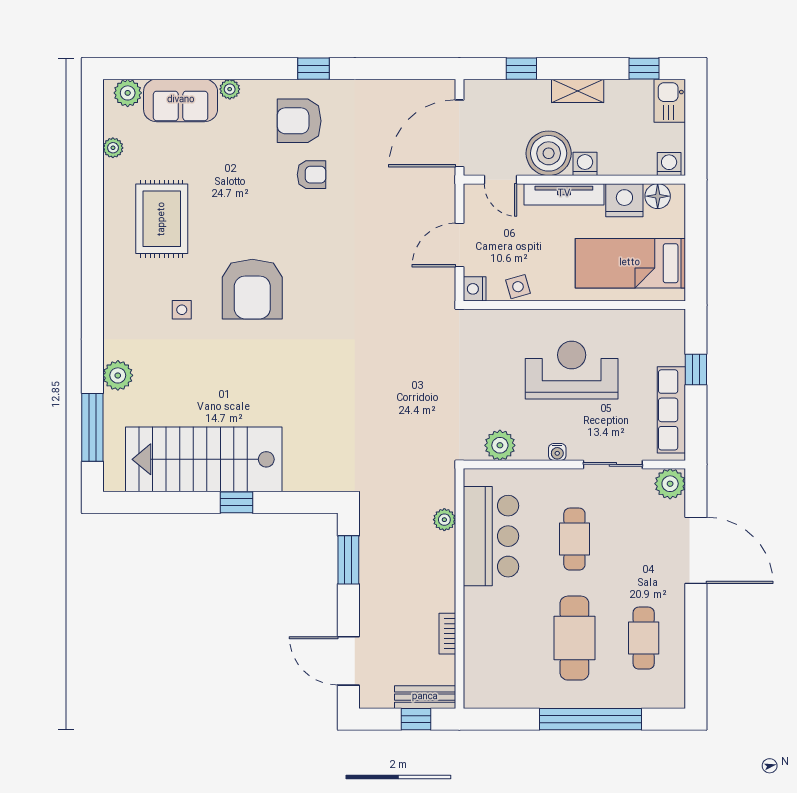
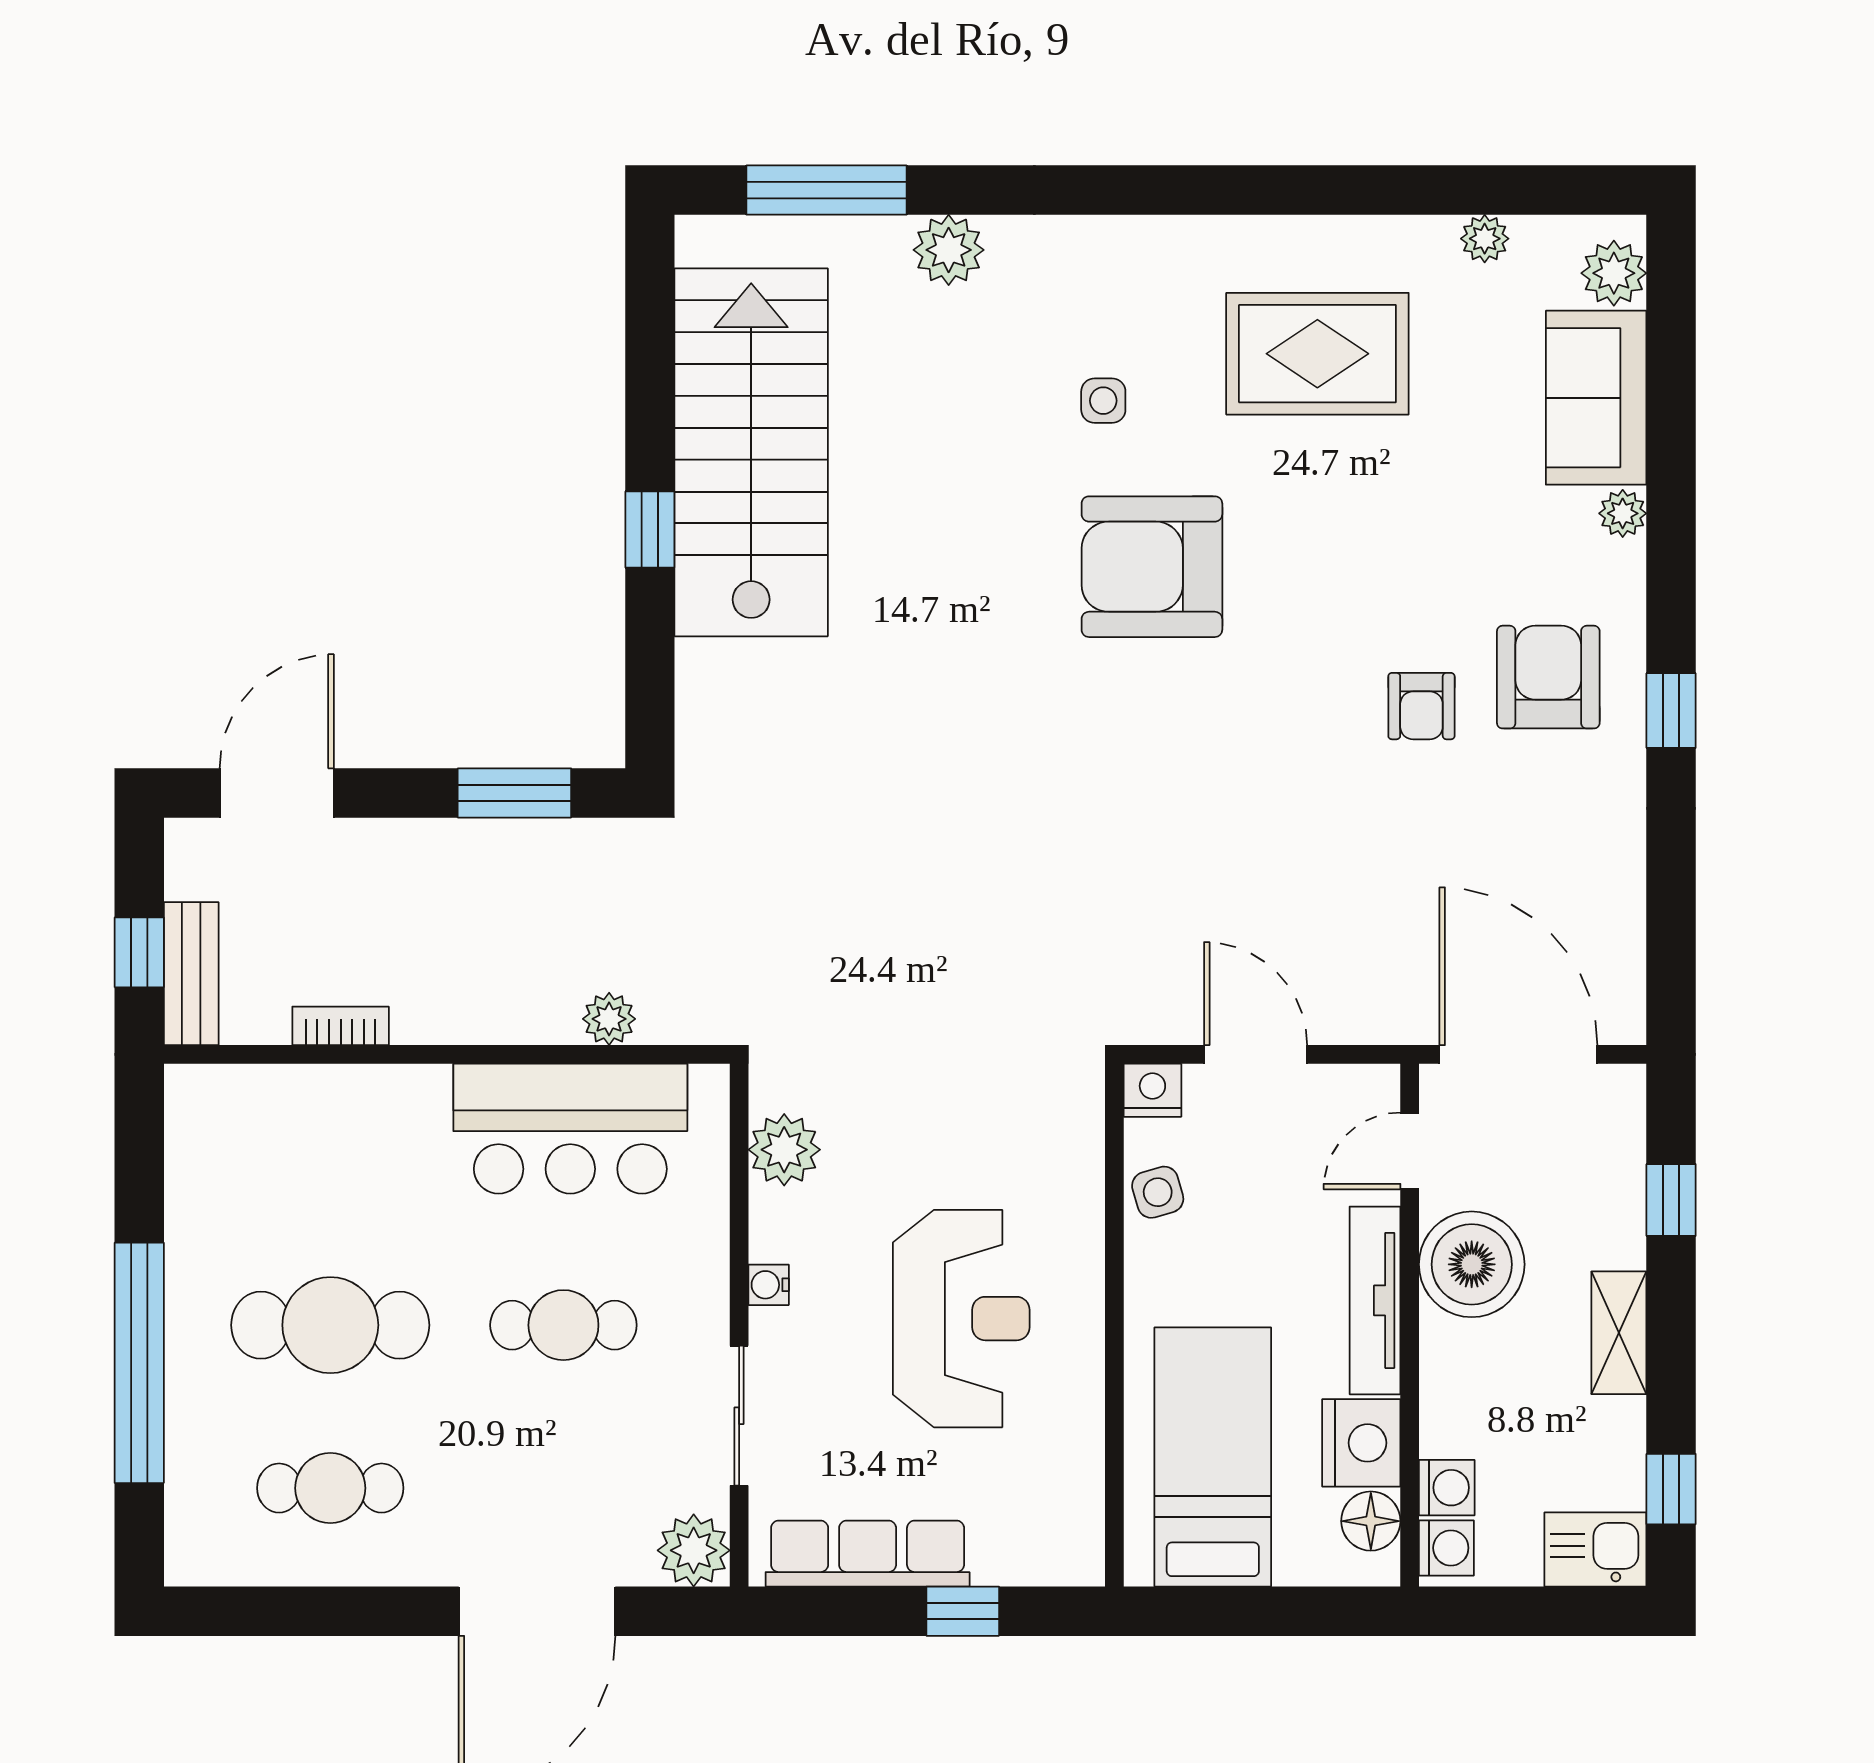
washing machine: (585, 164) -> (1447, 1488), moved

